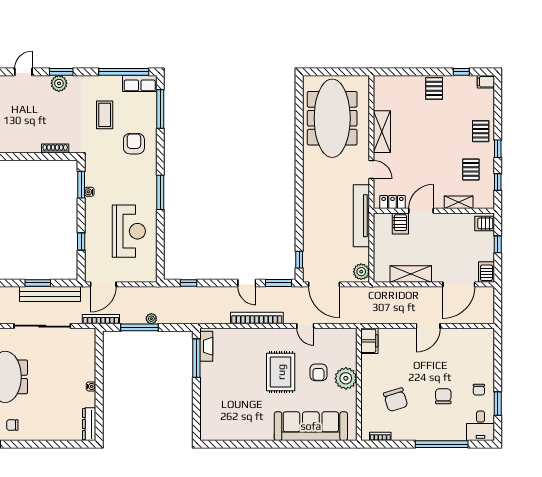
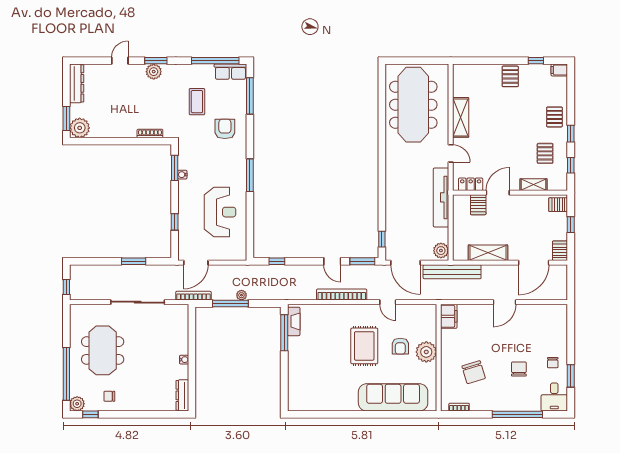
bench: (50, 294) -> (452, 272), moved

